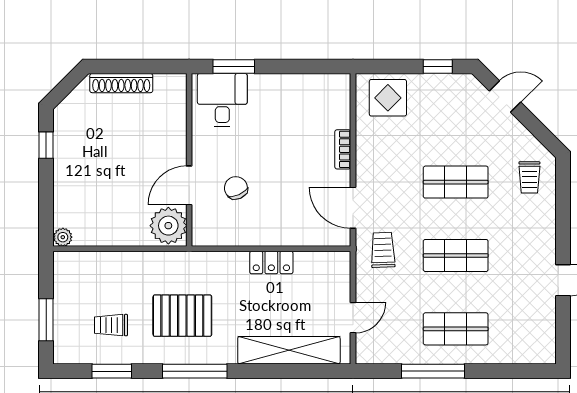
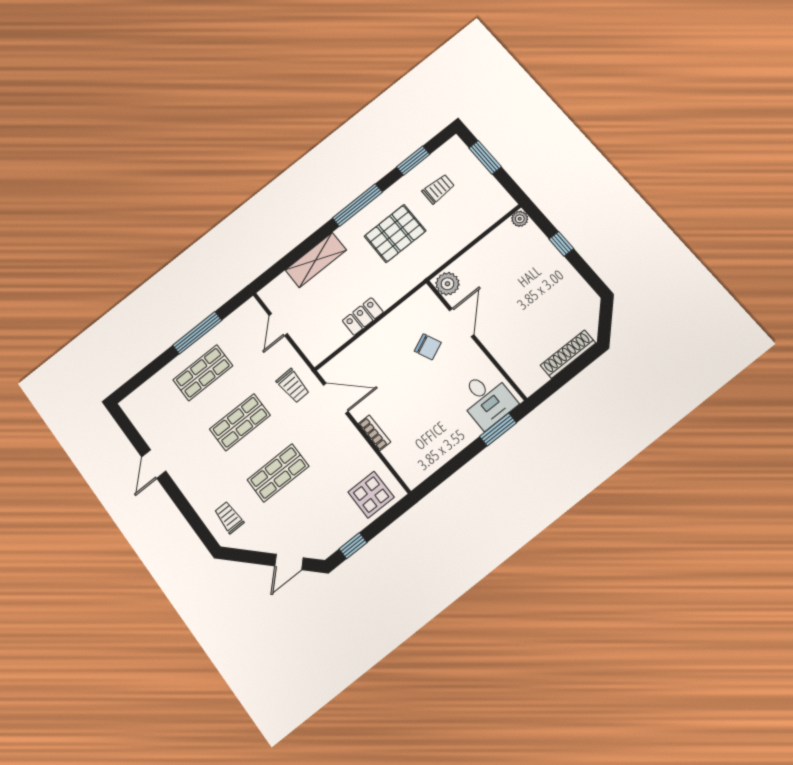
window: (46, 145) -> (561, 244), moved
plant: (168, 226) -> (447, 284), width x0.73, depth x0.73
shelving: (289, 350) -> (316, 260), width x0.68

